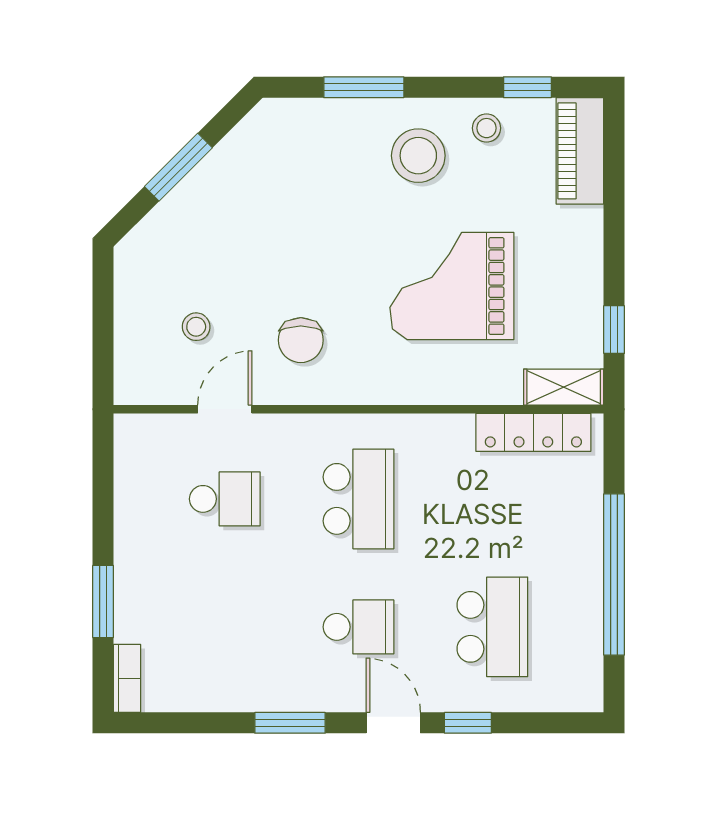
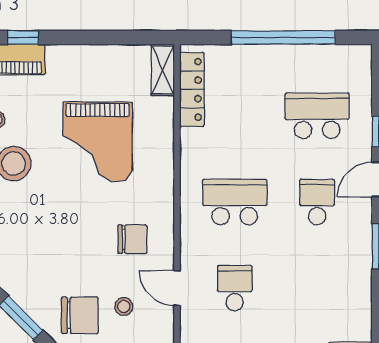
chair: (183, 258) -> (80, 315), added
window: (614, 330) -> (23, 37), moved

